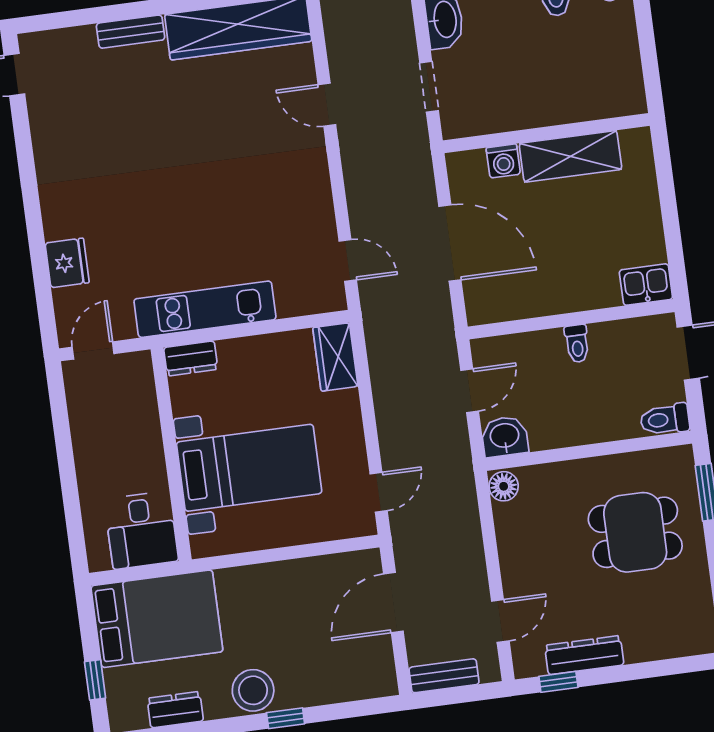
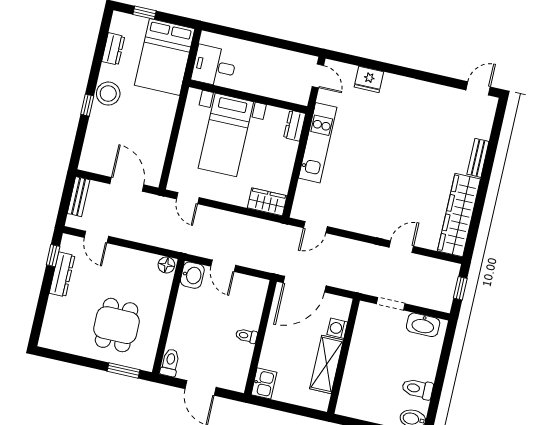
kitchen sink: (646, 285) -> (264, 383), moved
wall: (571, 319) -> (260, 337), moved
toilet: (577, 344) -> (246, 336), moved

